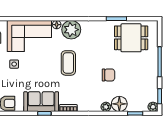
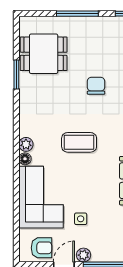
plant: (71, 30) -> (26, 144), width x0.53, depth x0.53
dining table: (131, 38) -> (44, 54), turned 90

